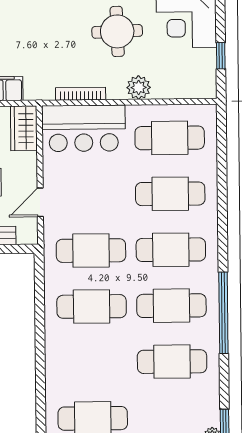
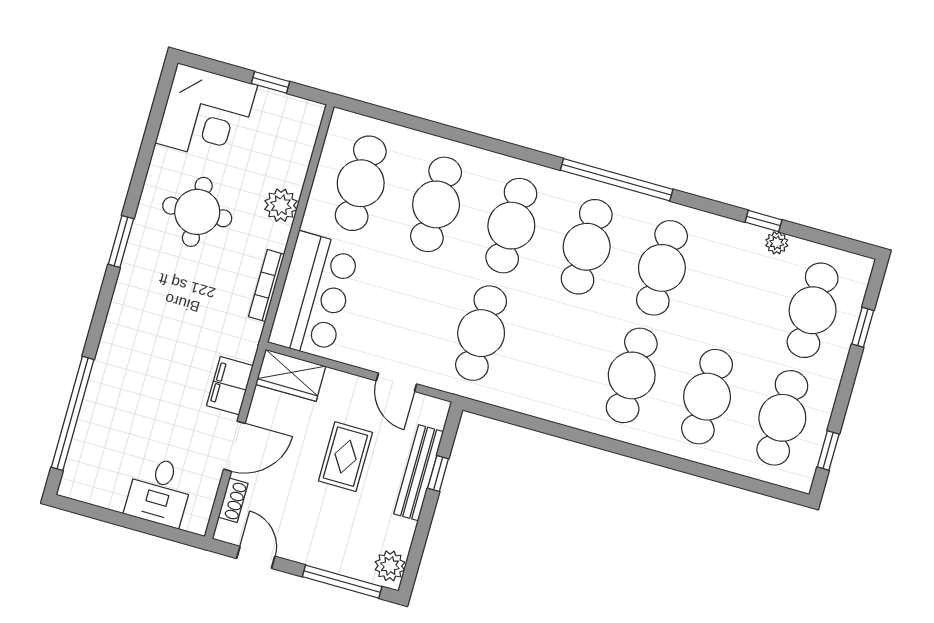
cafe table: (92, 306) -> (632, 375), moved

